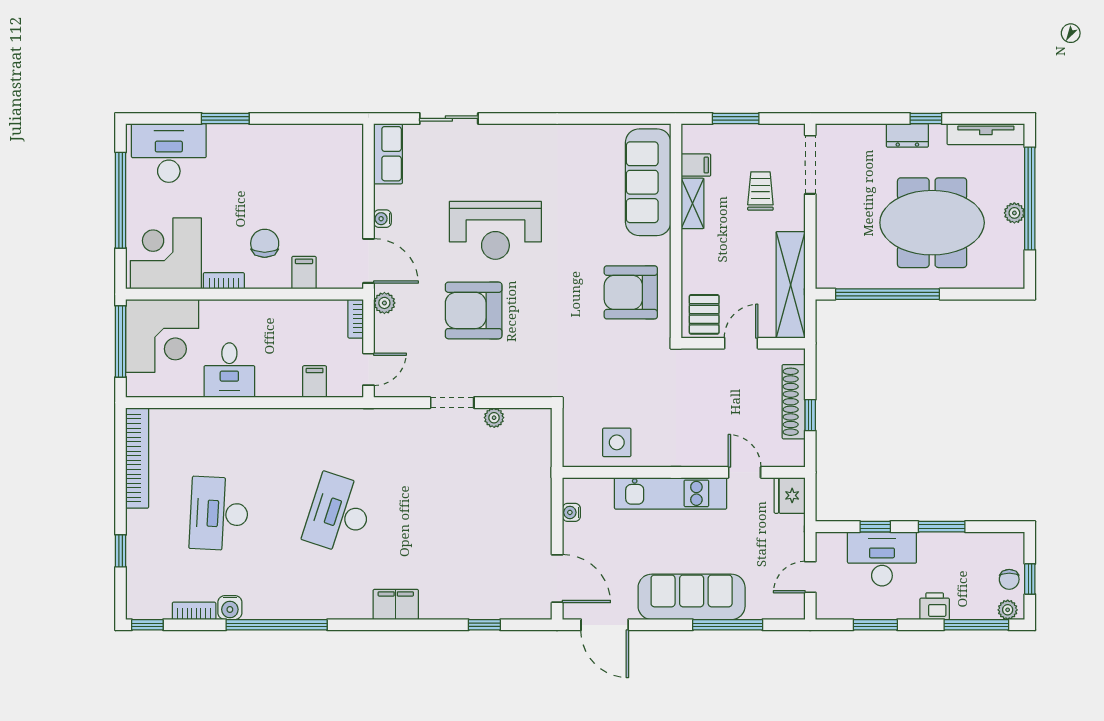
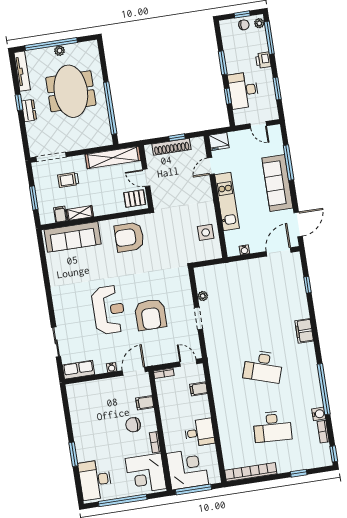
armchair: (631, 292) -> (129, 237), turned 90
plant: (384, 303) -> (154, 360), removed

